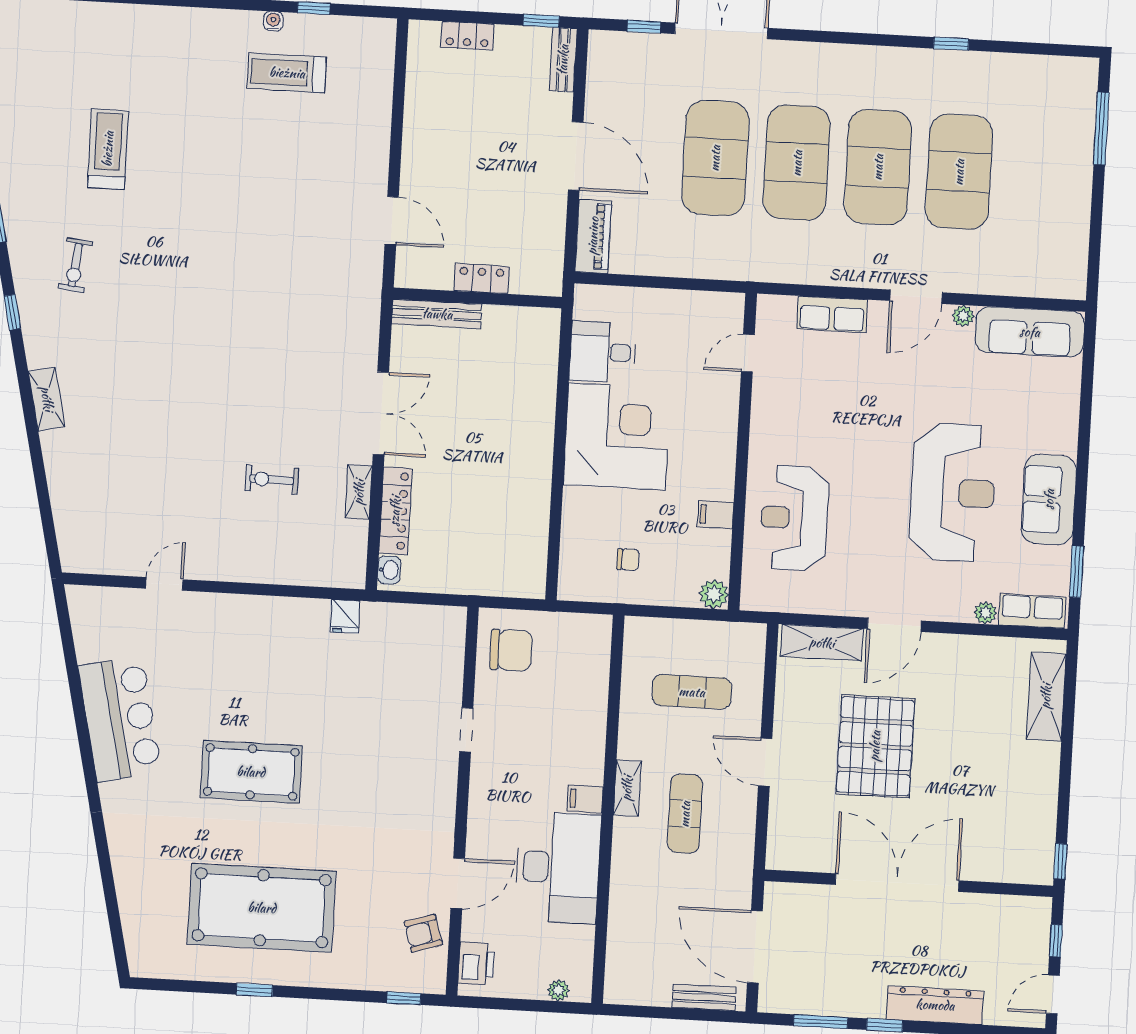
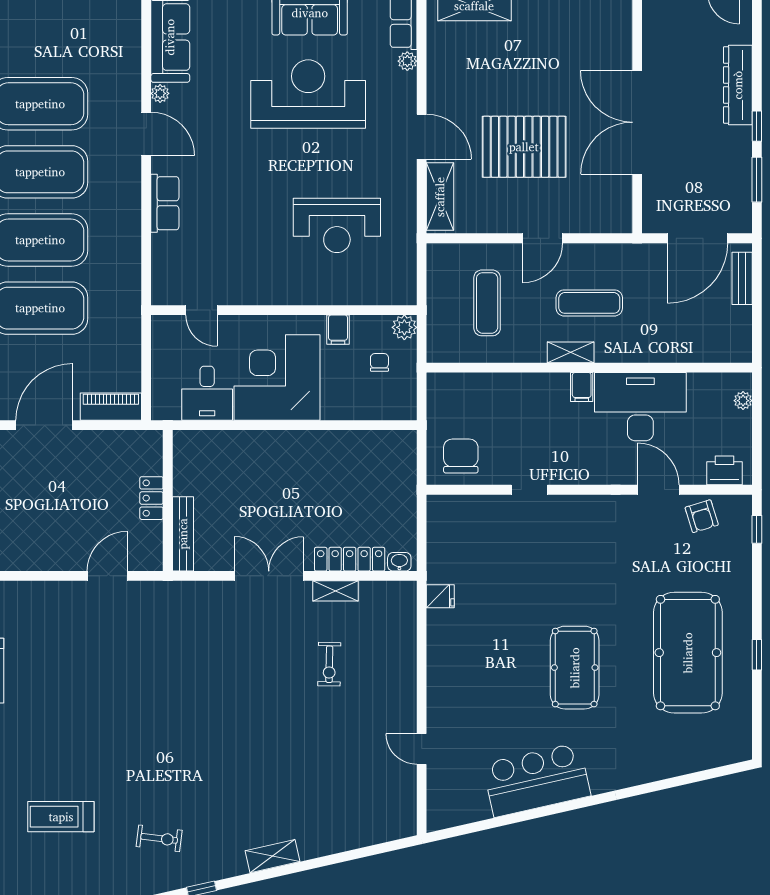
door: (748, 353) -> (201, 310), moved
wall: (742, 452) -> (284, 310), moved
filing cabinet: (715, 515) -> (338, 330), moved
plant: (714, 594) -> (404, 327), moved

